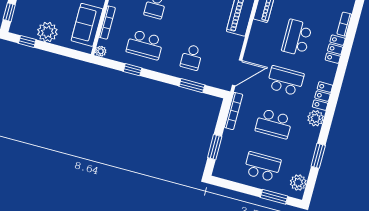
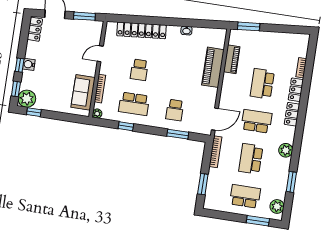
plant: (47, 32) -> (27, 99), moved
locker: (322, 96) -> (292, 114), moved
school desk: (274, 124) -> (251, 159), turned 90

